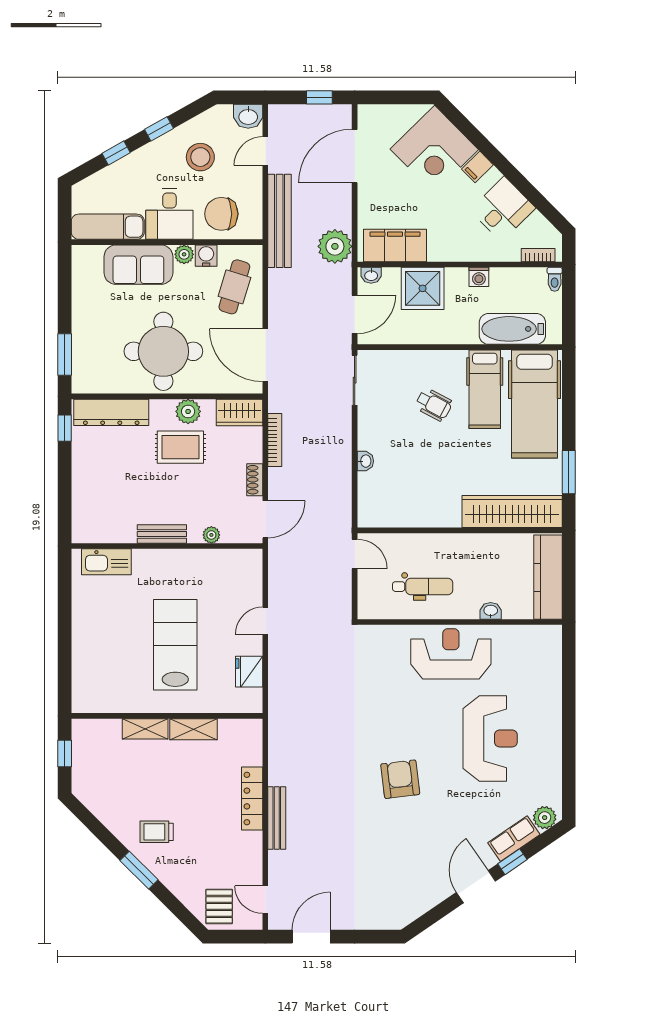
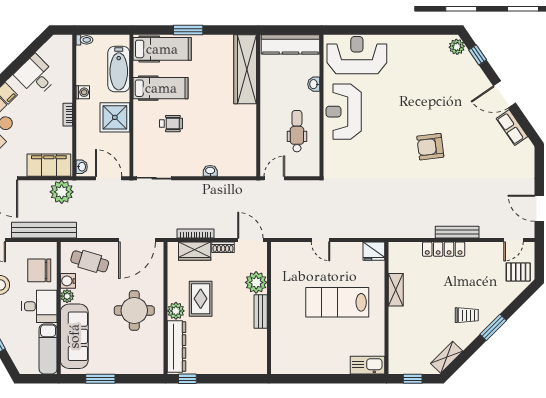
chair: (221, 214) -> (39, 270), turned 90
filing cabinet: (395, 246) -> (49, 165), moved, turned 90
bookcase: (538, 255) -> (68, 115), moved
sofa: (138, 265) -> (74, 336), width x1.36
shower: (423, 288) -> (115, 117), moved
round table: (163, 351) -> (134, 310), width x0.73, depth x0.73
window: (65, 354) -> (100, 379), moved
wheelchair: (434, 404) -> (171, 124), turned 62
hospital bed: (535, 404) -> (162, 49), width x0.73, depth x0.78
plant: (188, 411) -> (176, 311), moved
wardrobe: (239, 412) -> (195, 251), moved, turned 90
window: (569, 472) -> (188, 30), moved
plant: (211, 535) -> (256, 282), width x1.88, depth x1.88
kitchen sink: (106, 562) -> (367, 365), moved, turned -90
fridge: (249, 672) -> (374, 251), moved
shelving: (145, 729) -> (447, 357), moved, turned 45
reception desk: (490, 738) -> (357, 55), moved
trolley: (157, 832) -> (467, 315), turned -90
row of seats: (514, 839) -> (512, 127), moved
window: (512, 862) -> (478, 55), moved

